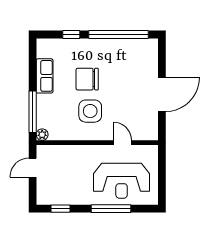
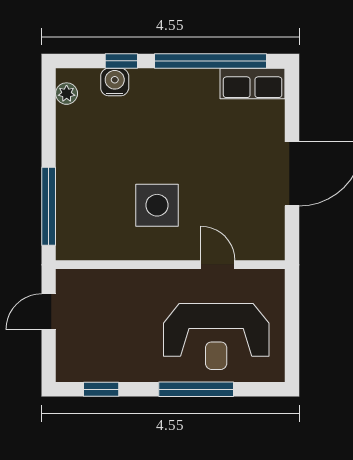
water cooler: (68, 46) -> (115, 82), added
row of seats: (45, 76) -> (253, 84), moved, turned 90
chair: (87, 79) -> (151, 145), removed
plant: (42, 135) -> (67, 94), moved

